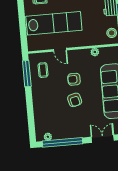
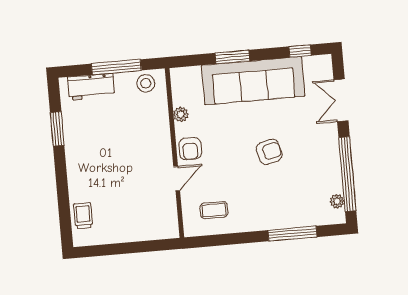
lab bench: (54, 23) -> (128, 190), removed
window: (27, 74) -> (292, 234), moved
armchair: (74, 79) -> (190, 149), moved

